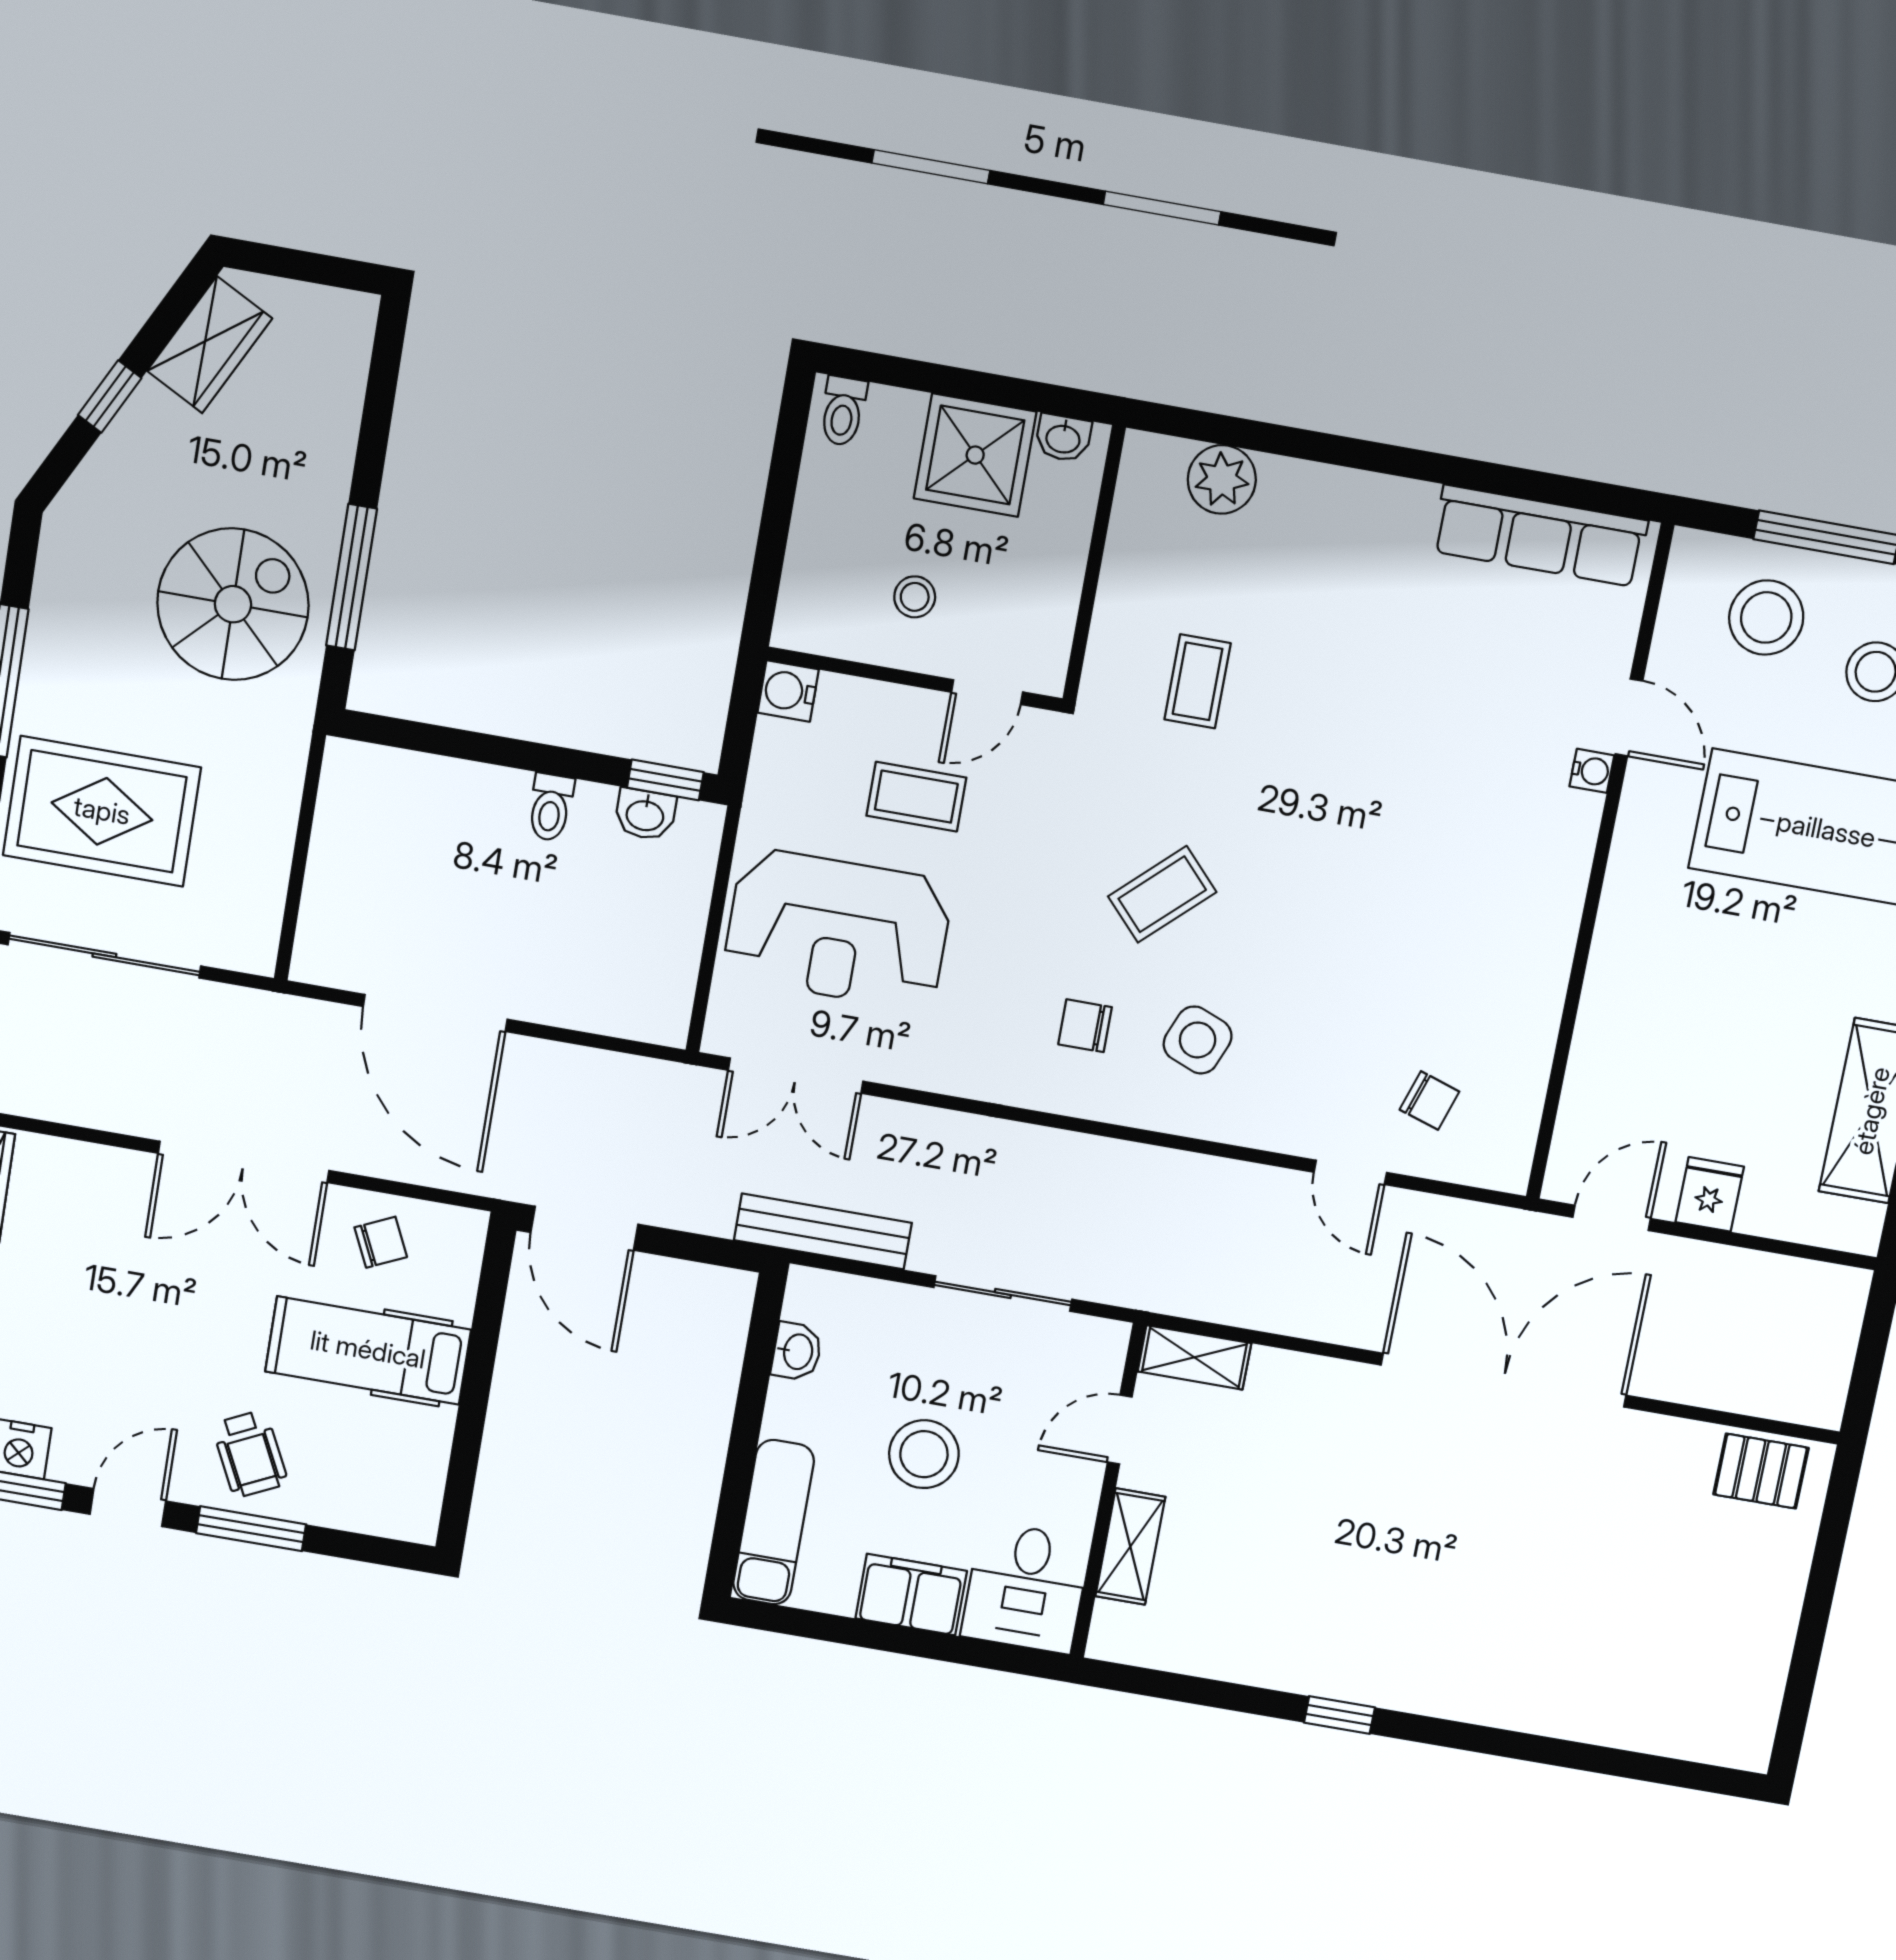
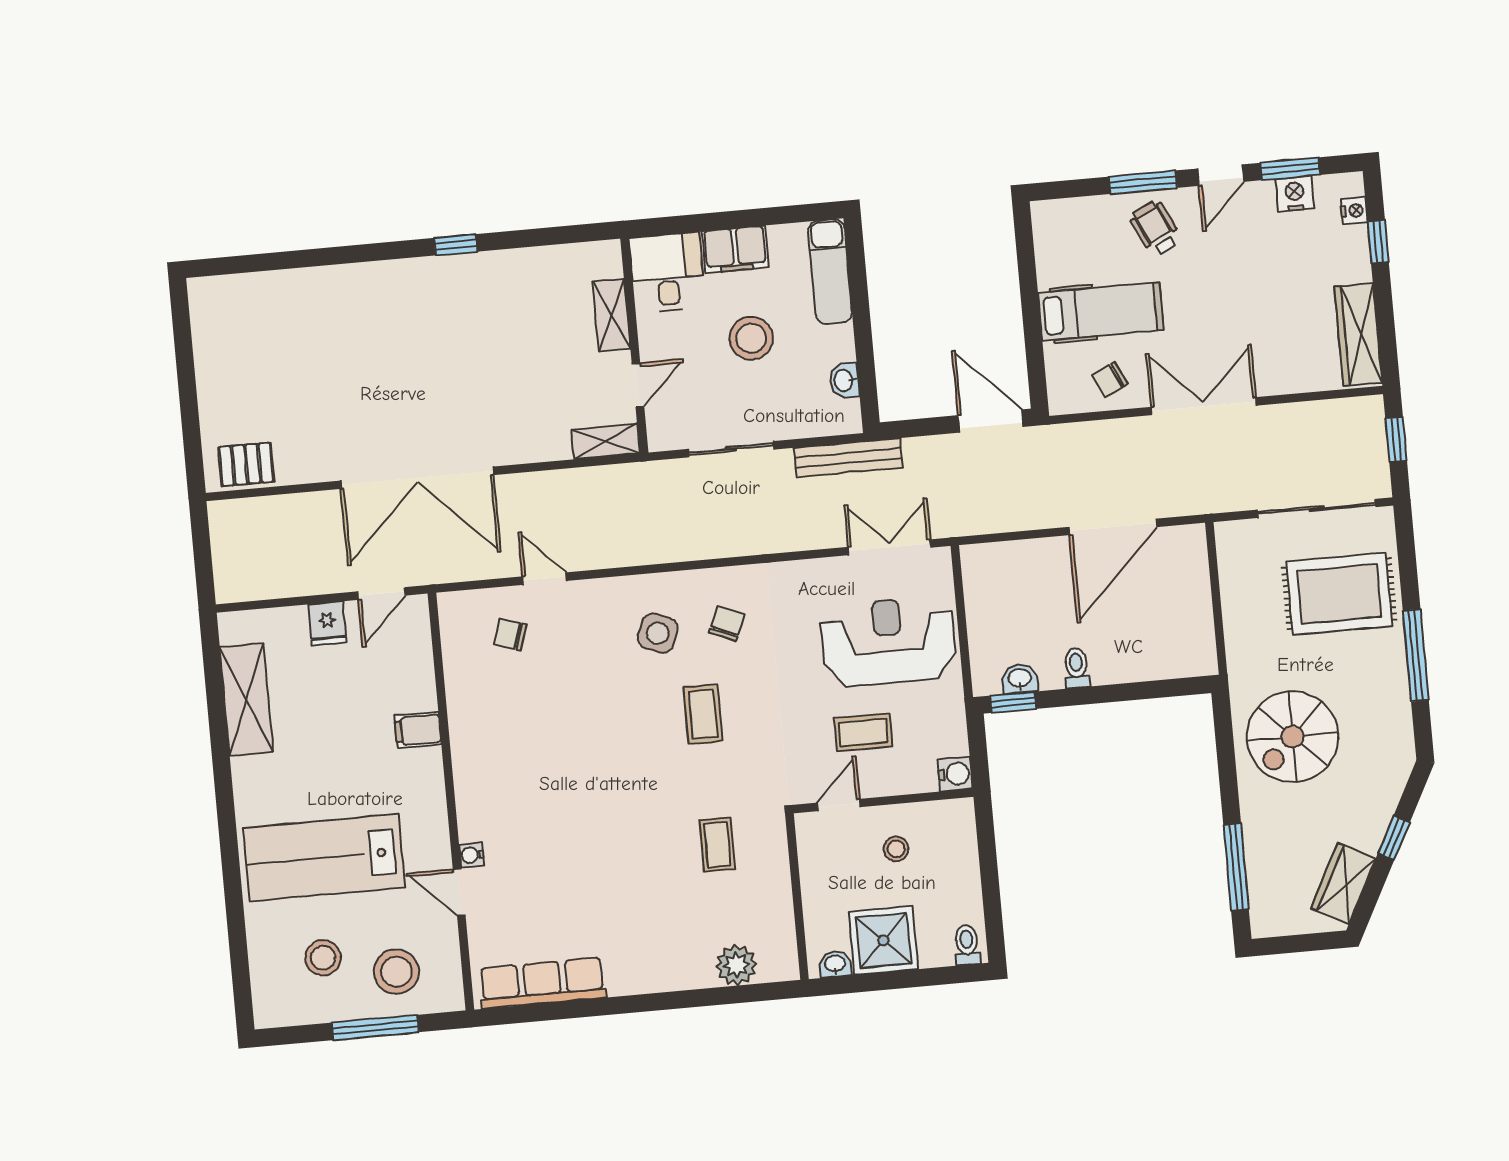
window: (352, 577) -> (1236, 867), moved
coffee table: (1162, 894) -> (703, 714), turned -47
filing cabinet: (1618, 991) -> (418, 730), added
door: (435, 1013) -> (1113, 527), swing flipped
chair: (1085, 1026) -> (727, 624), turned -67

